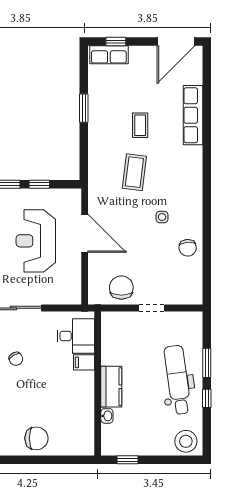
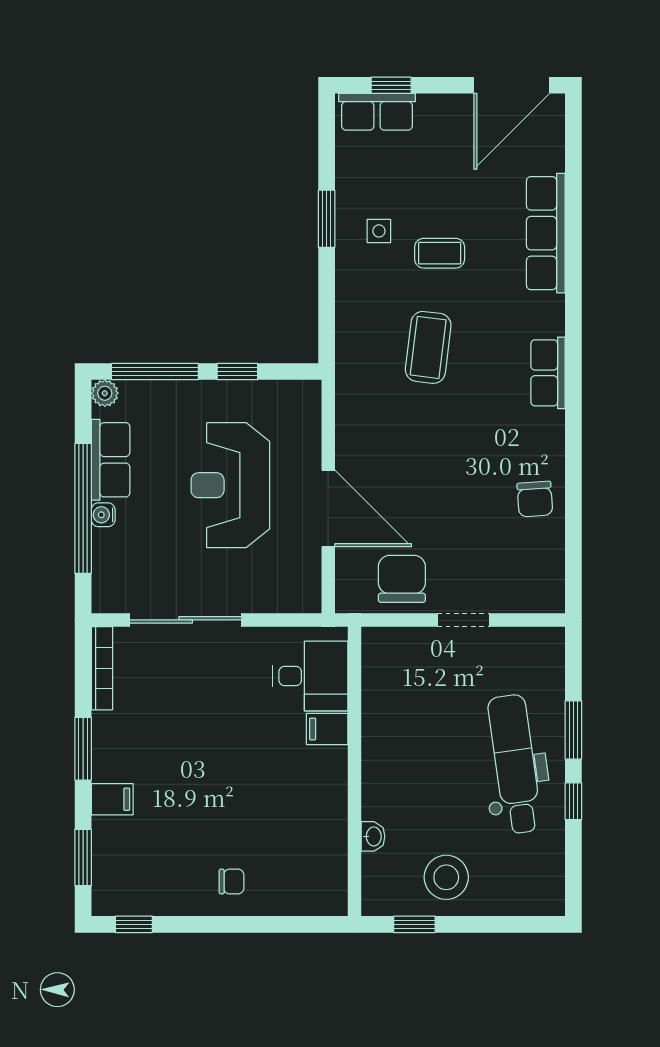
coffee table: (140, 125) -> (440, 253), turned 90
row of seats: (194, 185) -> (548, 373), added
side table: (162, 217) -> (379, 231), moved
door: (85, 233) -> (328, 508), moved
chair: (16, 359) -> (190, 722), removed
kitchen counter: (111, 387) -> (382, 778), removed
chair: (36, 438) -> (232, 881), width x0.54, depth x0.54
stool: (186, 441) -> (446, 877), moved

